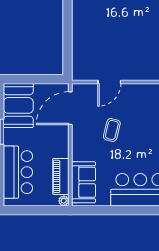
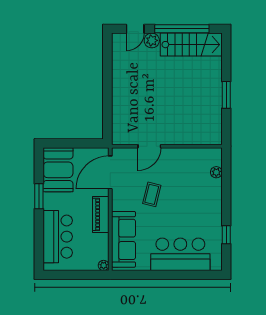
piano: (61, 176) -> (101, 214), moved
sofa: (84, 182) -> (124, 239), width x1.36

